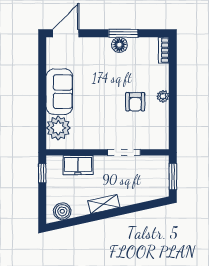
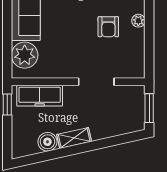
freezer: (78, 165) -> (40, 96), width x1.40
boiler: (62, 211) -> (47, 142), moved

